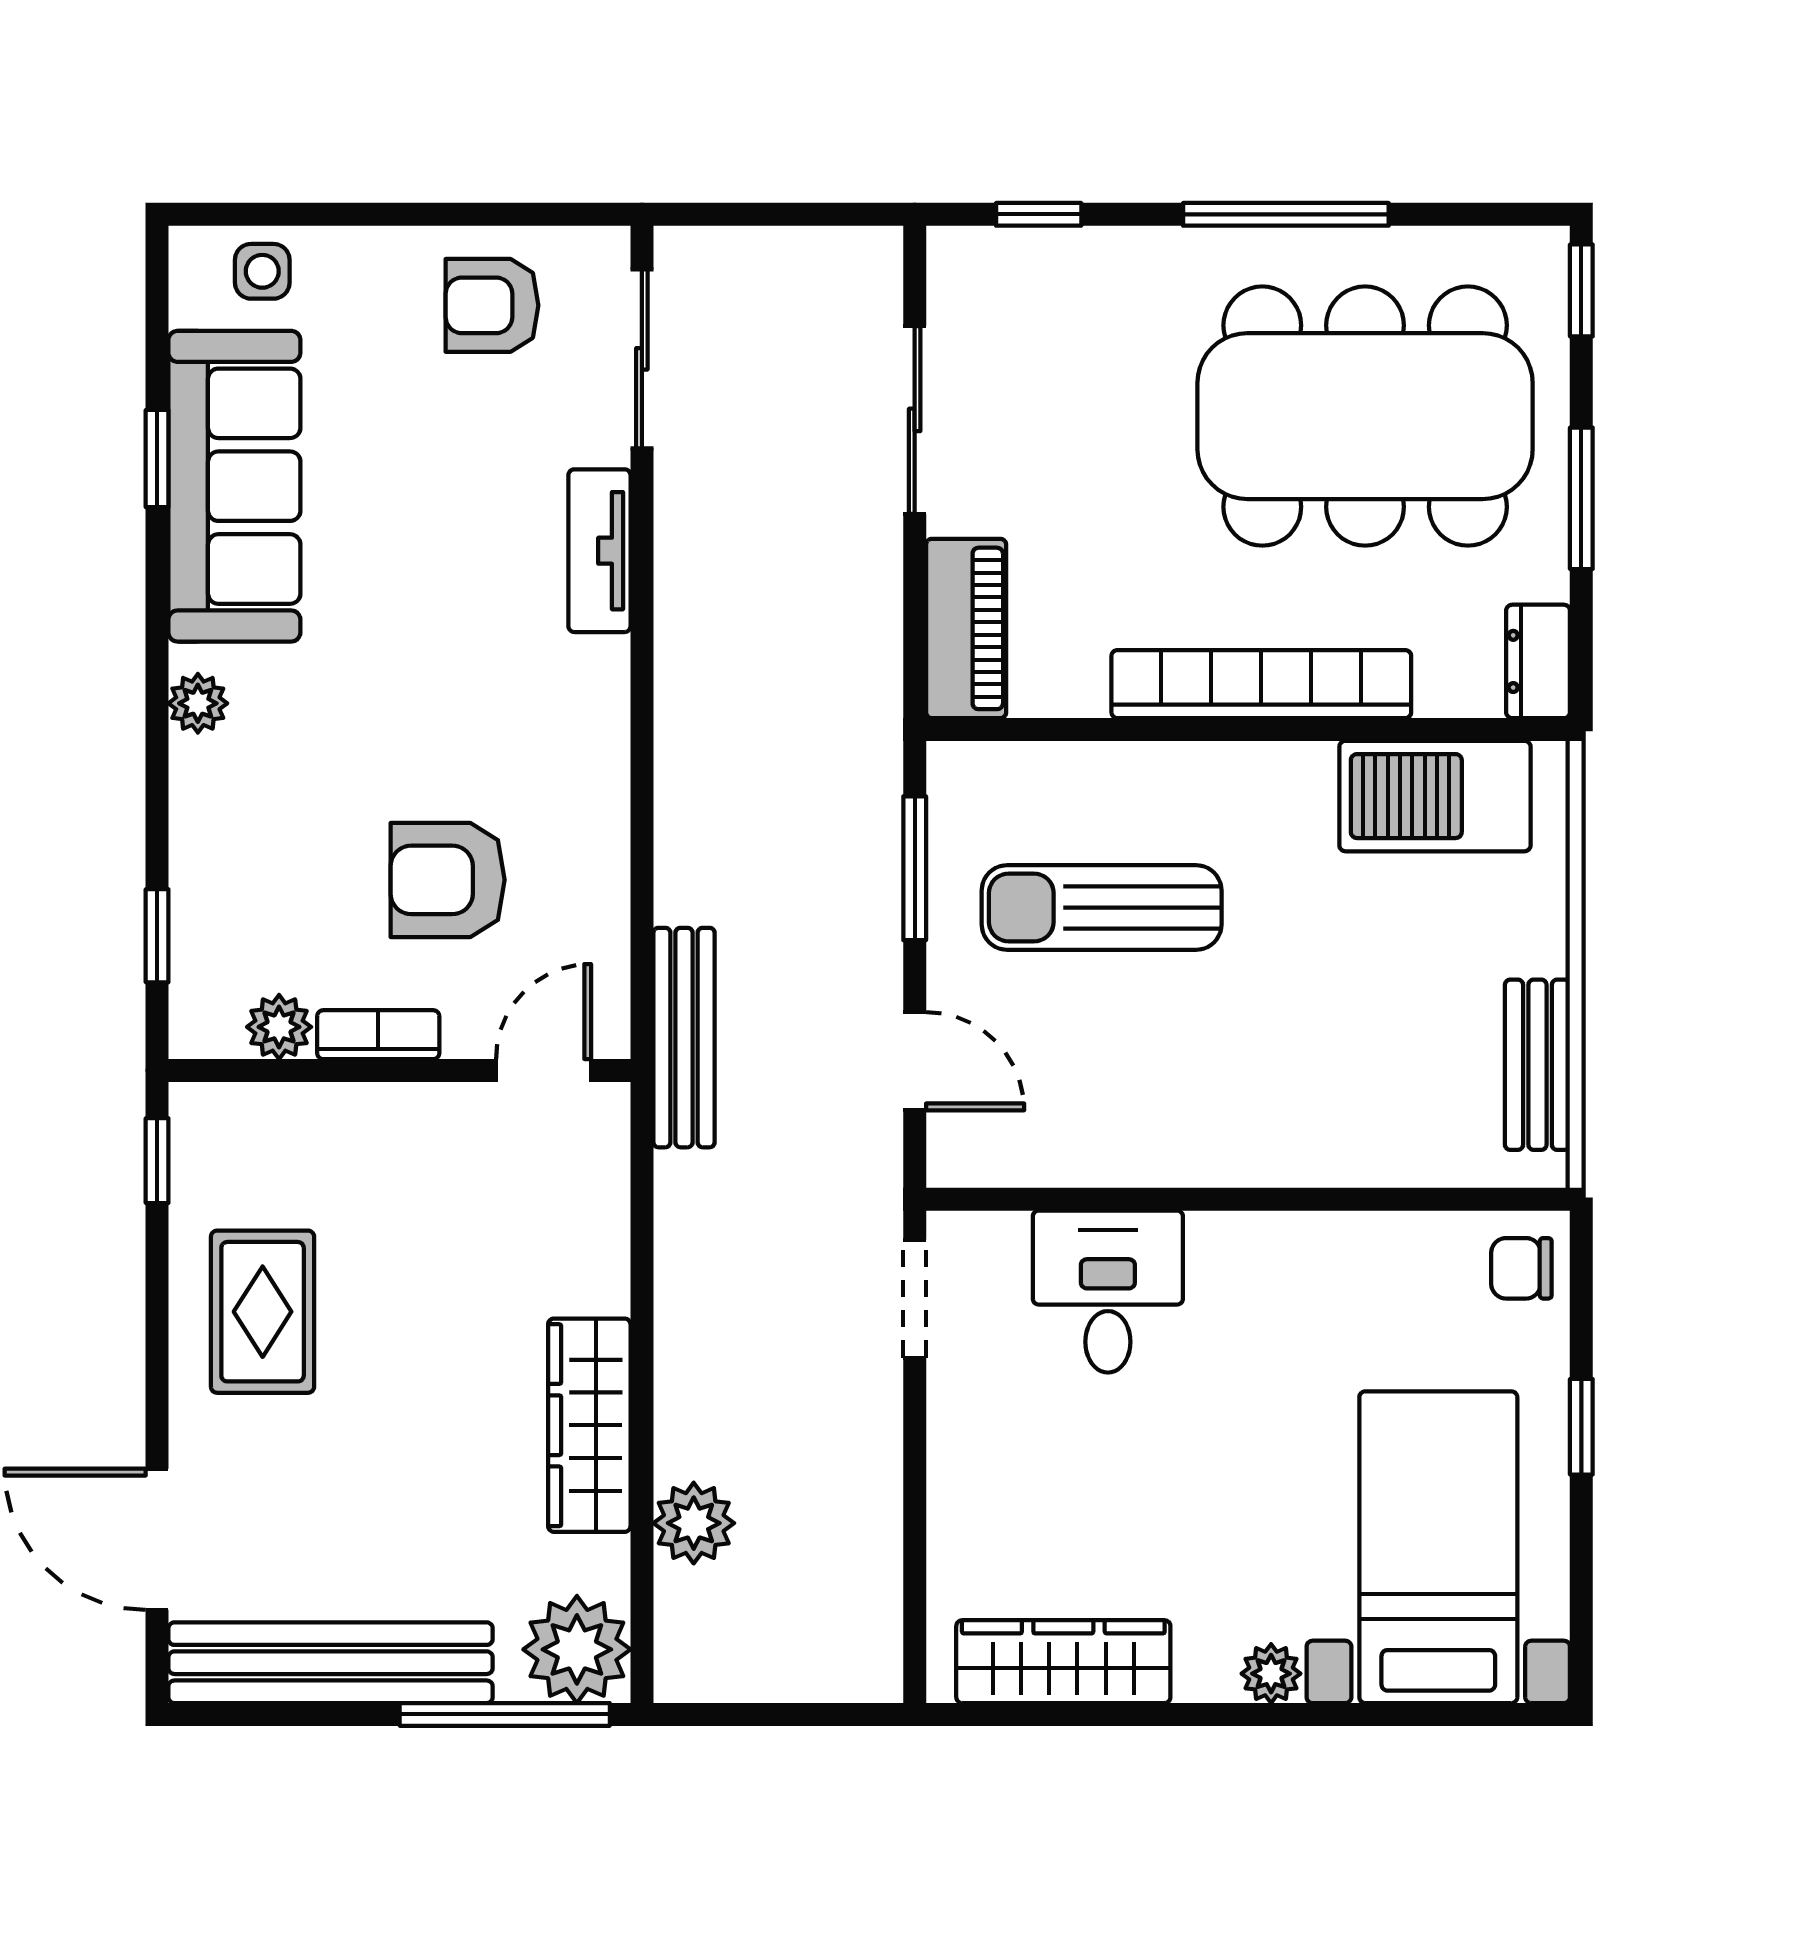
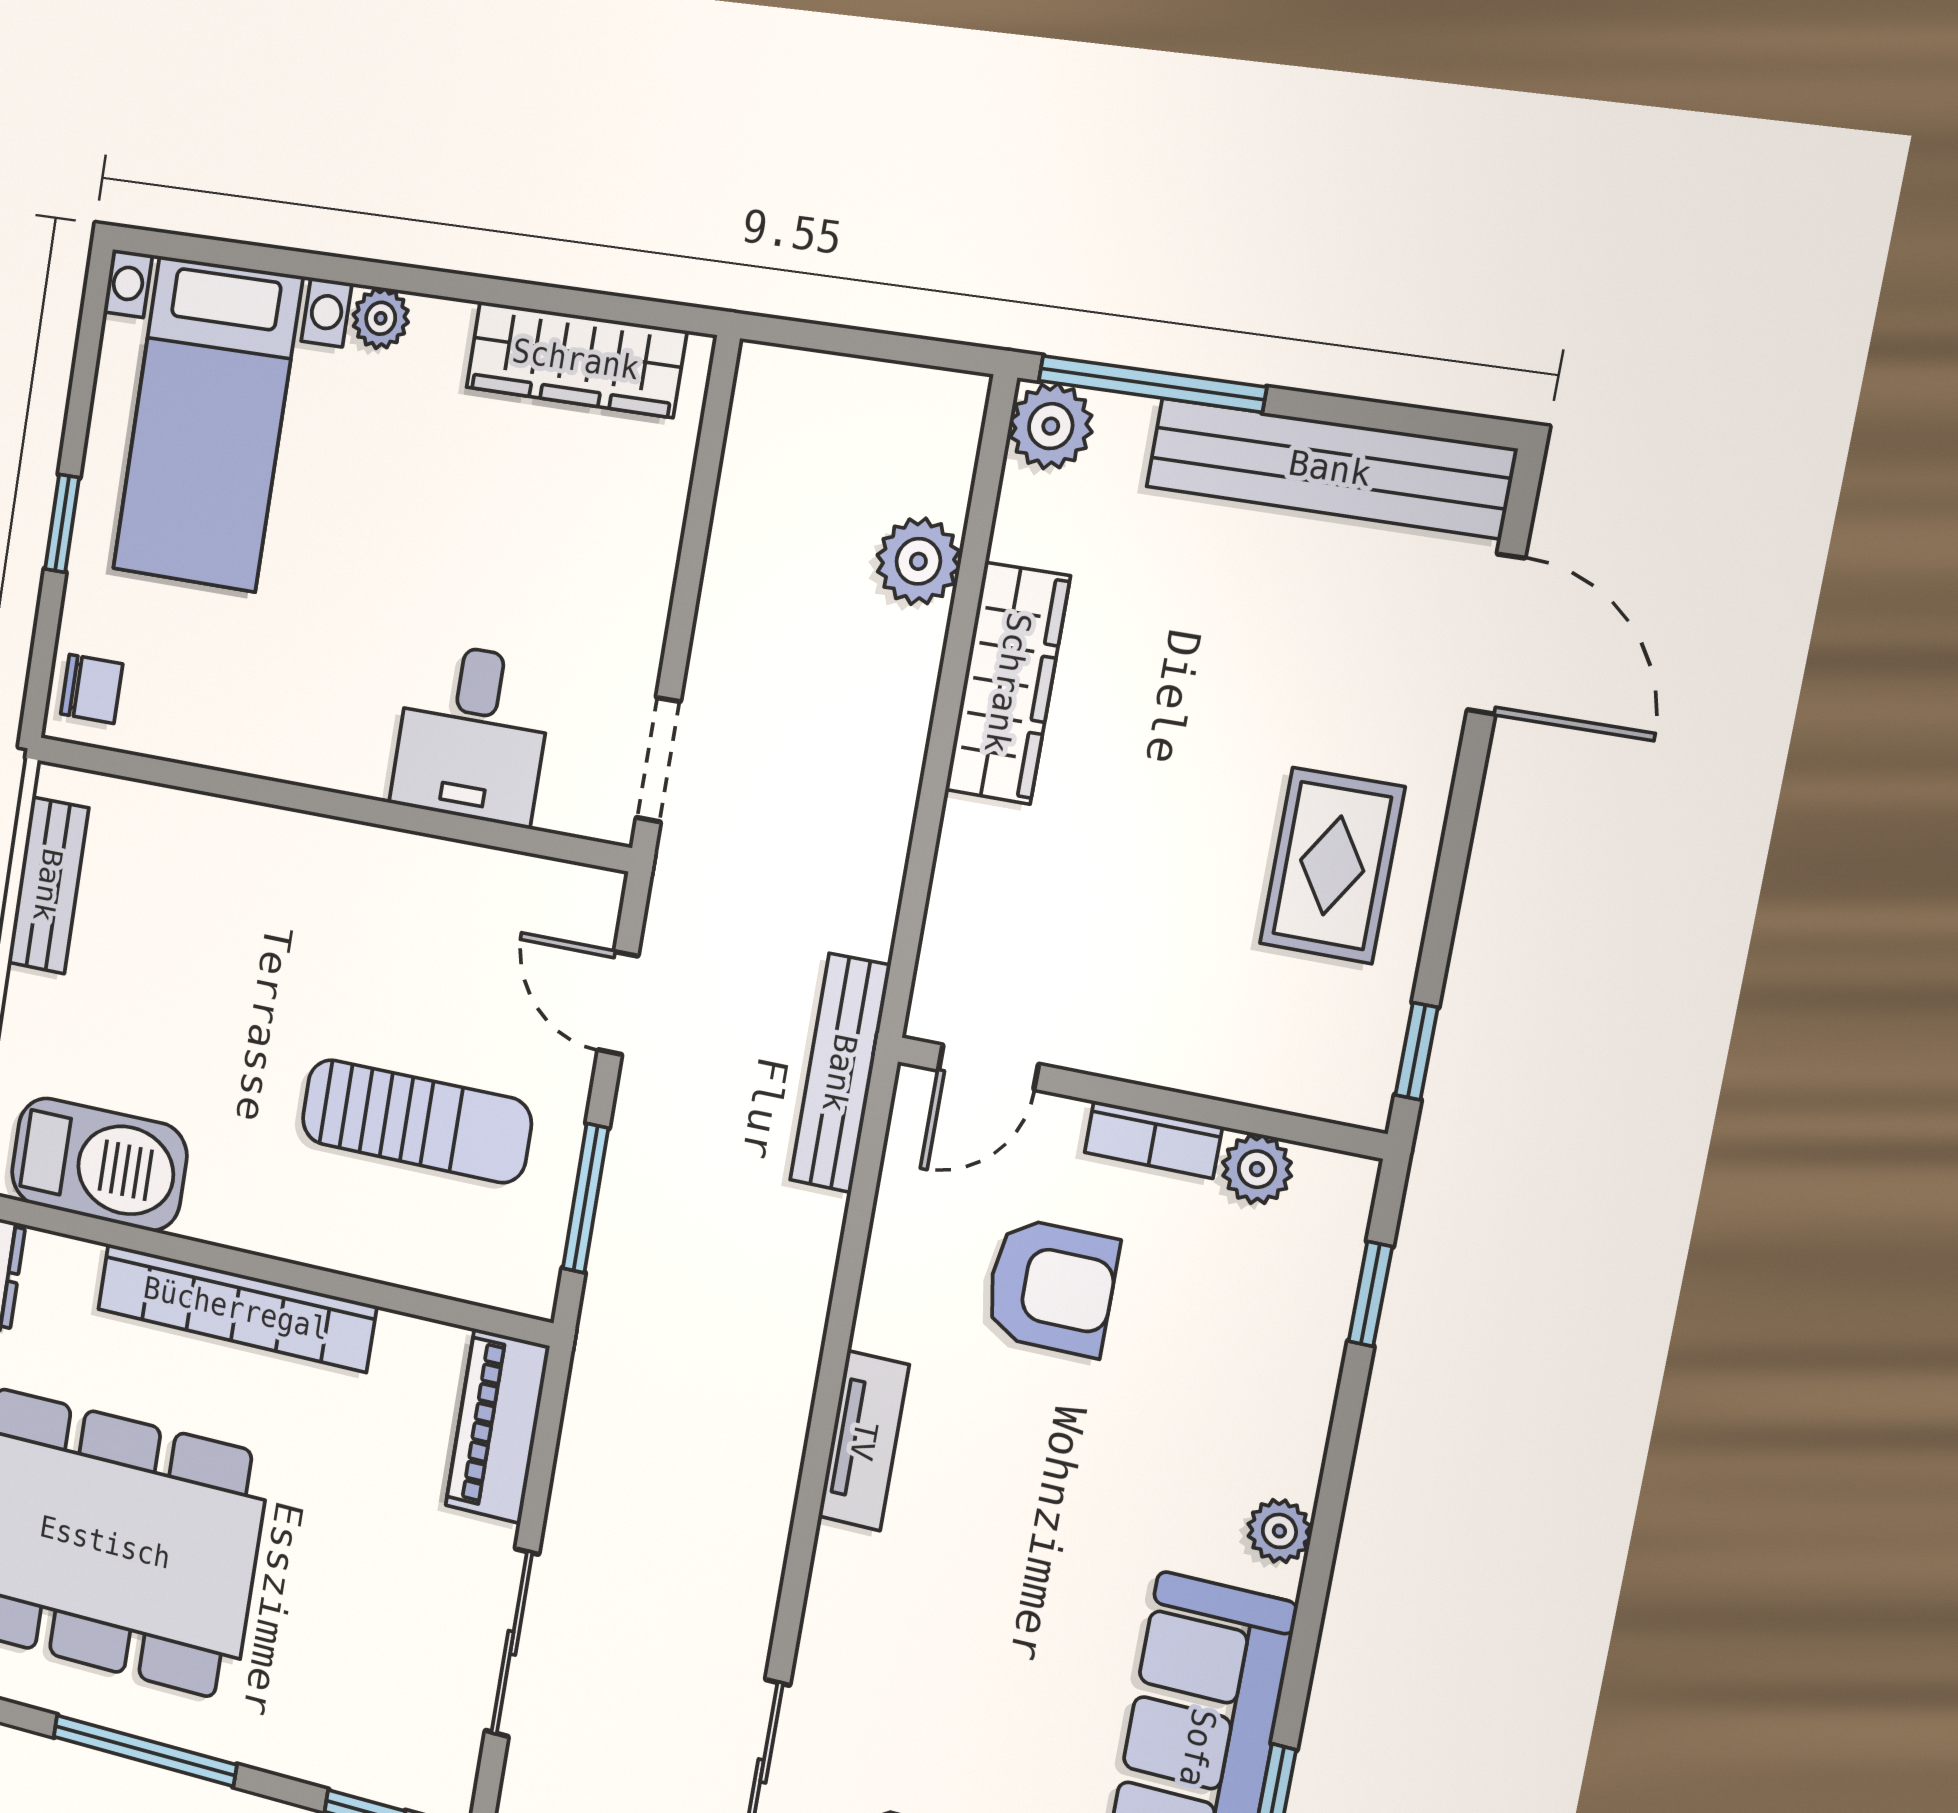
tv unit: (599, 551) -> (864, 1441), moved
plant: (577, 1649) -> (1051, 426), width x0.73, depth x0.73

